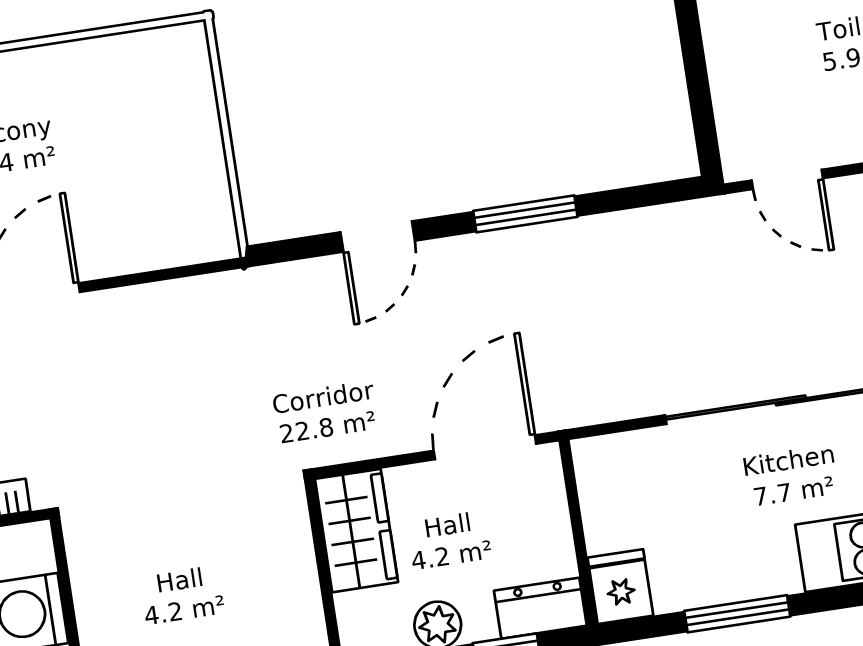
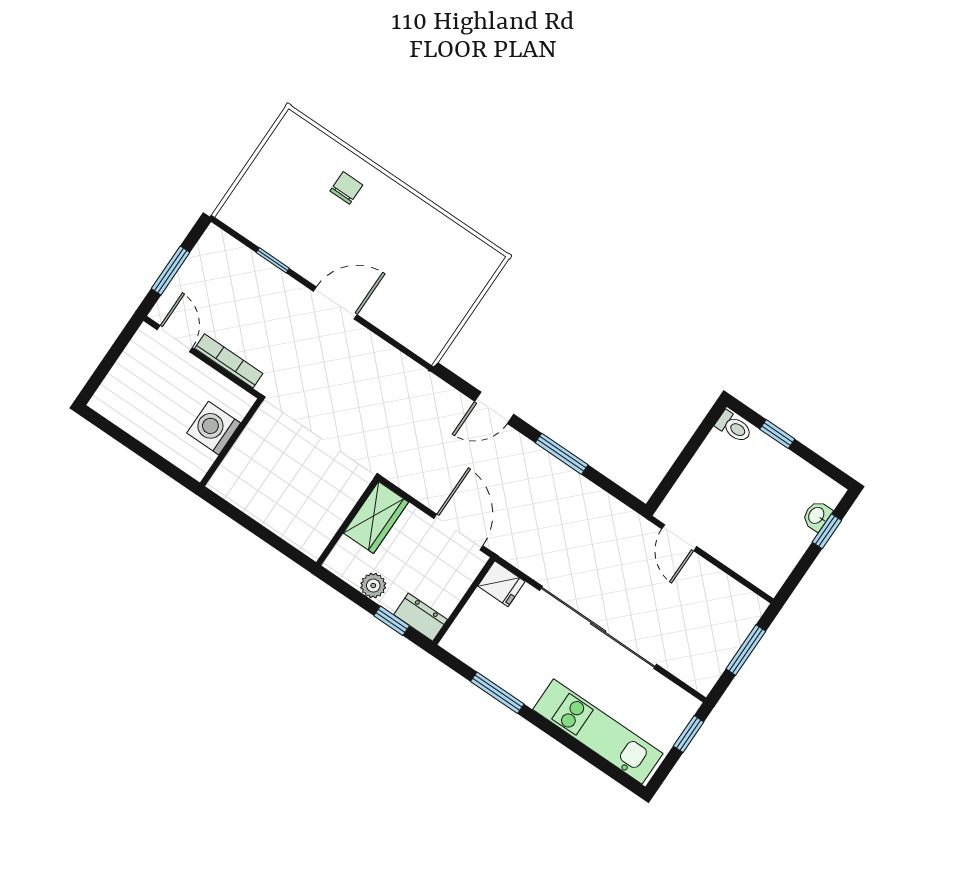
door: (485, 447) -> (458, 532), hinge flipped
fridge: (620, 587) -> (501, 584), moved, turned 90

